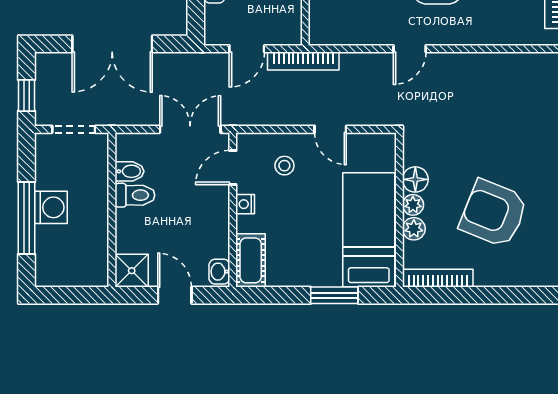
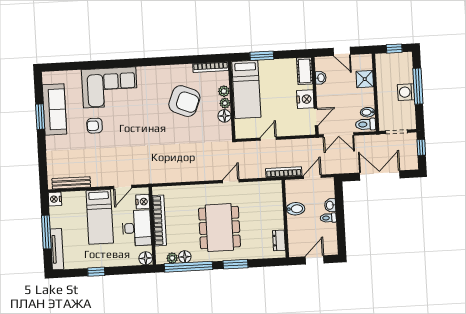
door: (330, 129) -> (268, 139), hinge flipped
stool: (284, 166) -> (290, 119), removed
toilet: (135, 195) -> (366, 124), moved
nightstand: (245, 204) -> (305, 99), width x1.89, depth x1.79
shower: (132, 271) -> (365, 79), moved
washbasin: (219, 272) -> (321, 78), moved
window: (70, 295) -> (394, 49), added

